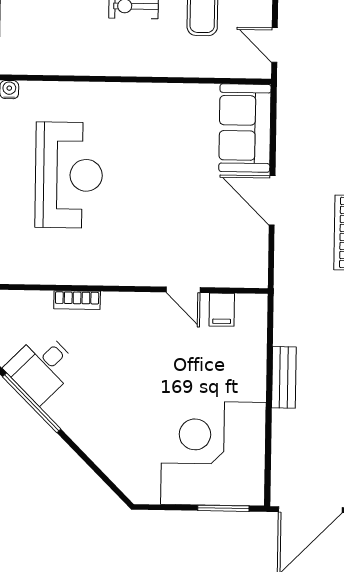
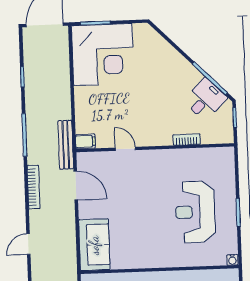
door: (272, 200) -> (76, 186), moved
filing cabinet: (222, 310) -> (85, 141), moved, turned 90
bench: (284, 377) -> (66, 145), moved, width x1.36

